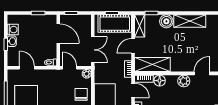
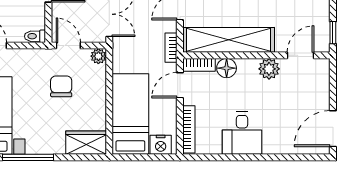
shelving: (152, 65) -> (229, 40), width x1.47
door: (133, 90) -> (180, 85), swing flipped
chair: (81, 94) -> (61, 86), moved

